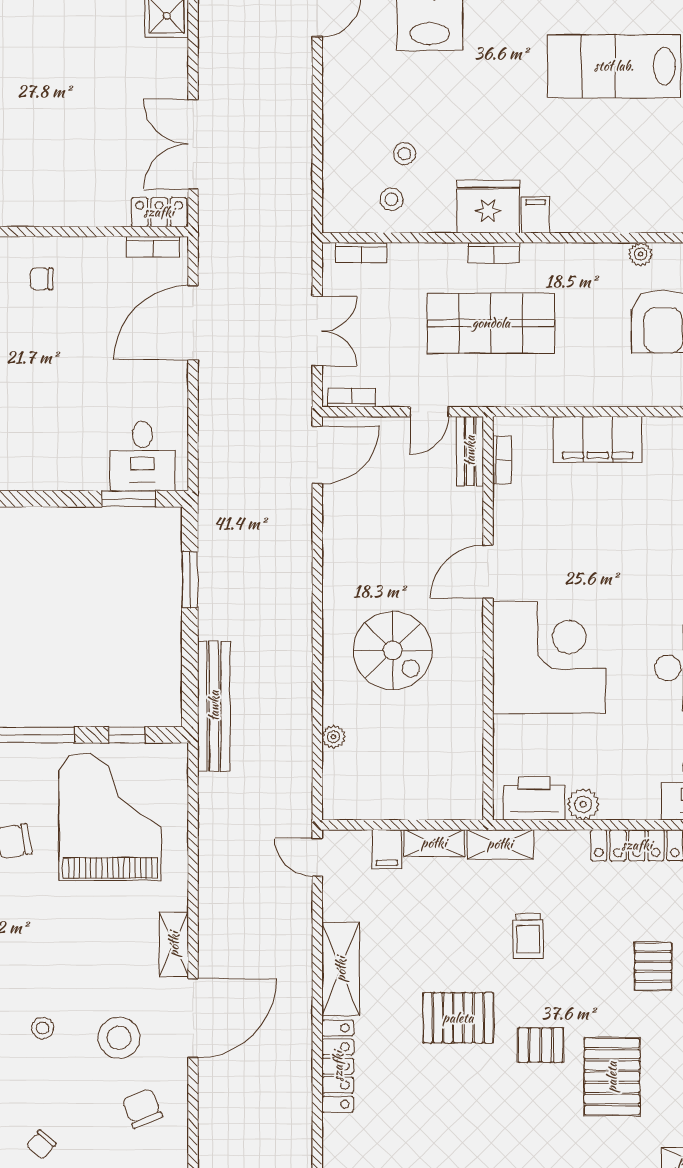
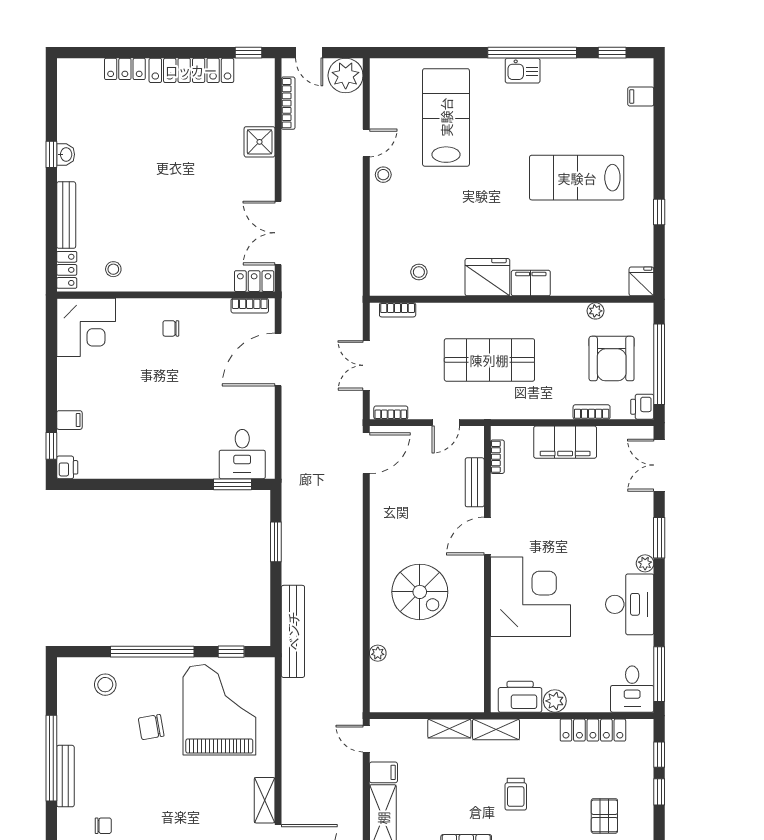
stool: (404, 154) -> (383, 175), moved
filing cabinet: (536, 215) -> (531, 283), width x2.00
bookcase: (494, 253) -> (592, 412), moved, turned 180
double door: (317, 331) -> (366, 365), swing flipped
bench: (470, 451) -> (475, 482), moved
filing cabinet: (387, 849) -> (383, 772), moved, turned -90

